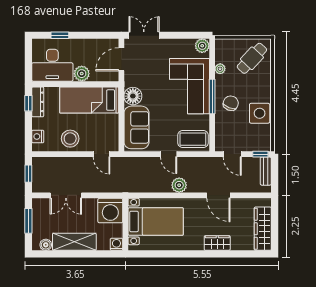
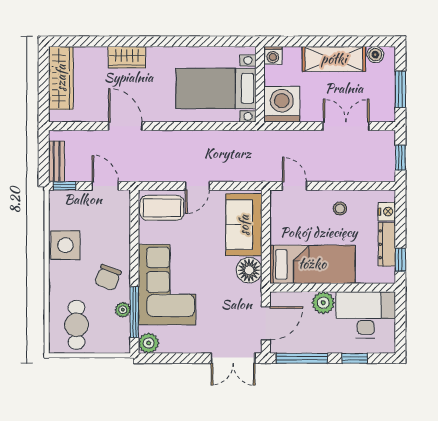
window: (96, 35) -> (302, 358), added
cafe table: (252, 58) -> (77, 325), turned -43
window: (212, 96) -> (134, 312), moved
dresser: (38, 102) -> (387, 244), moved
chair: (231, 103) -> (108, 277), moved
stool: (70, 139) -> (340, 209), width x0.53, depth x0.53
door: (169, 154) -> (197, 186), swing flipped
plant: (179, 185) -> (182, 141), removed

